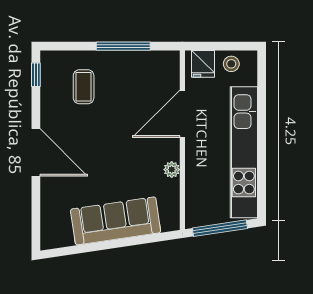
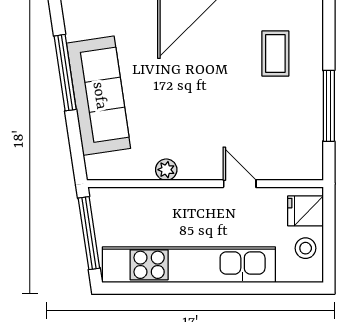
coffee table: (84, 87) -> (275, 53), turned 90
door: (182, 114) -> (240, 184), width x0.53
window: (98, 246) -> (65, 73), added

